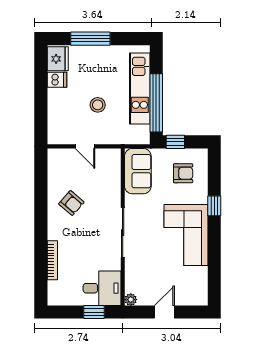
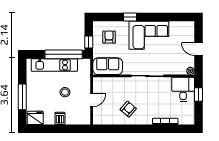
dishwasher: (57, 80) -> (60, 118), moved

